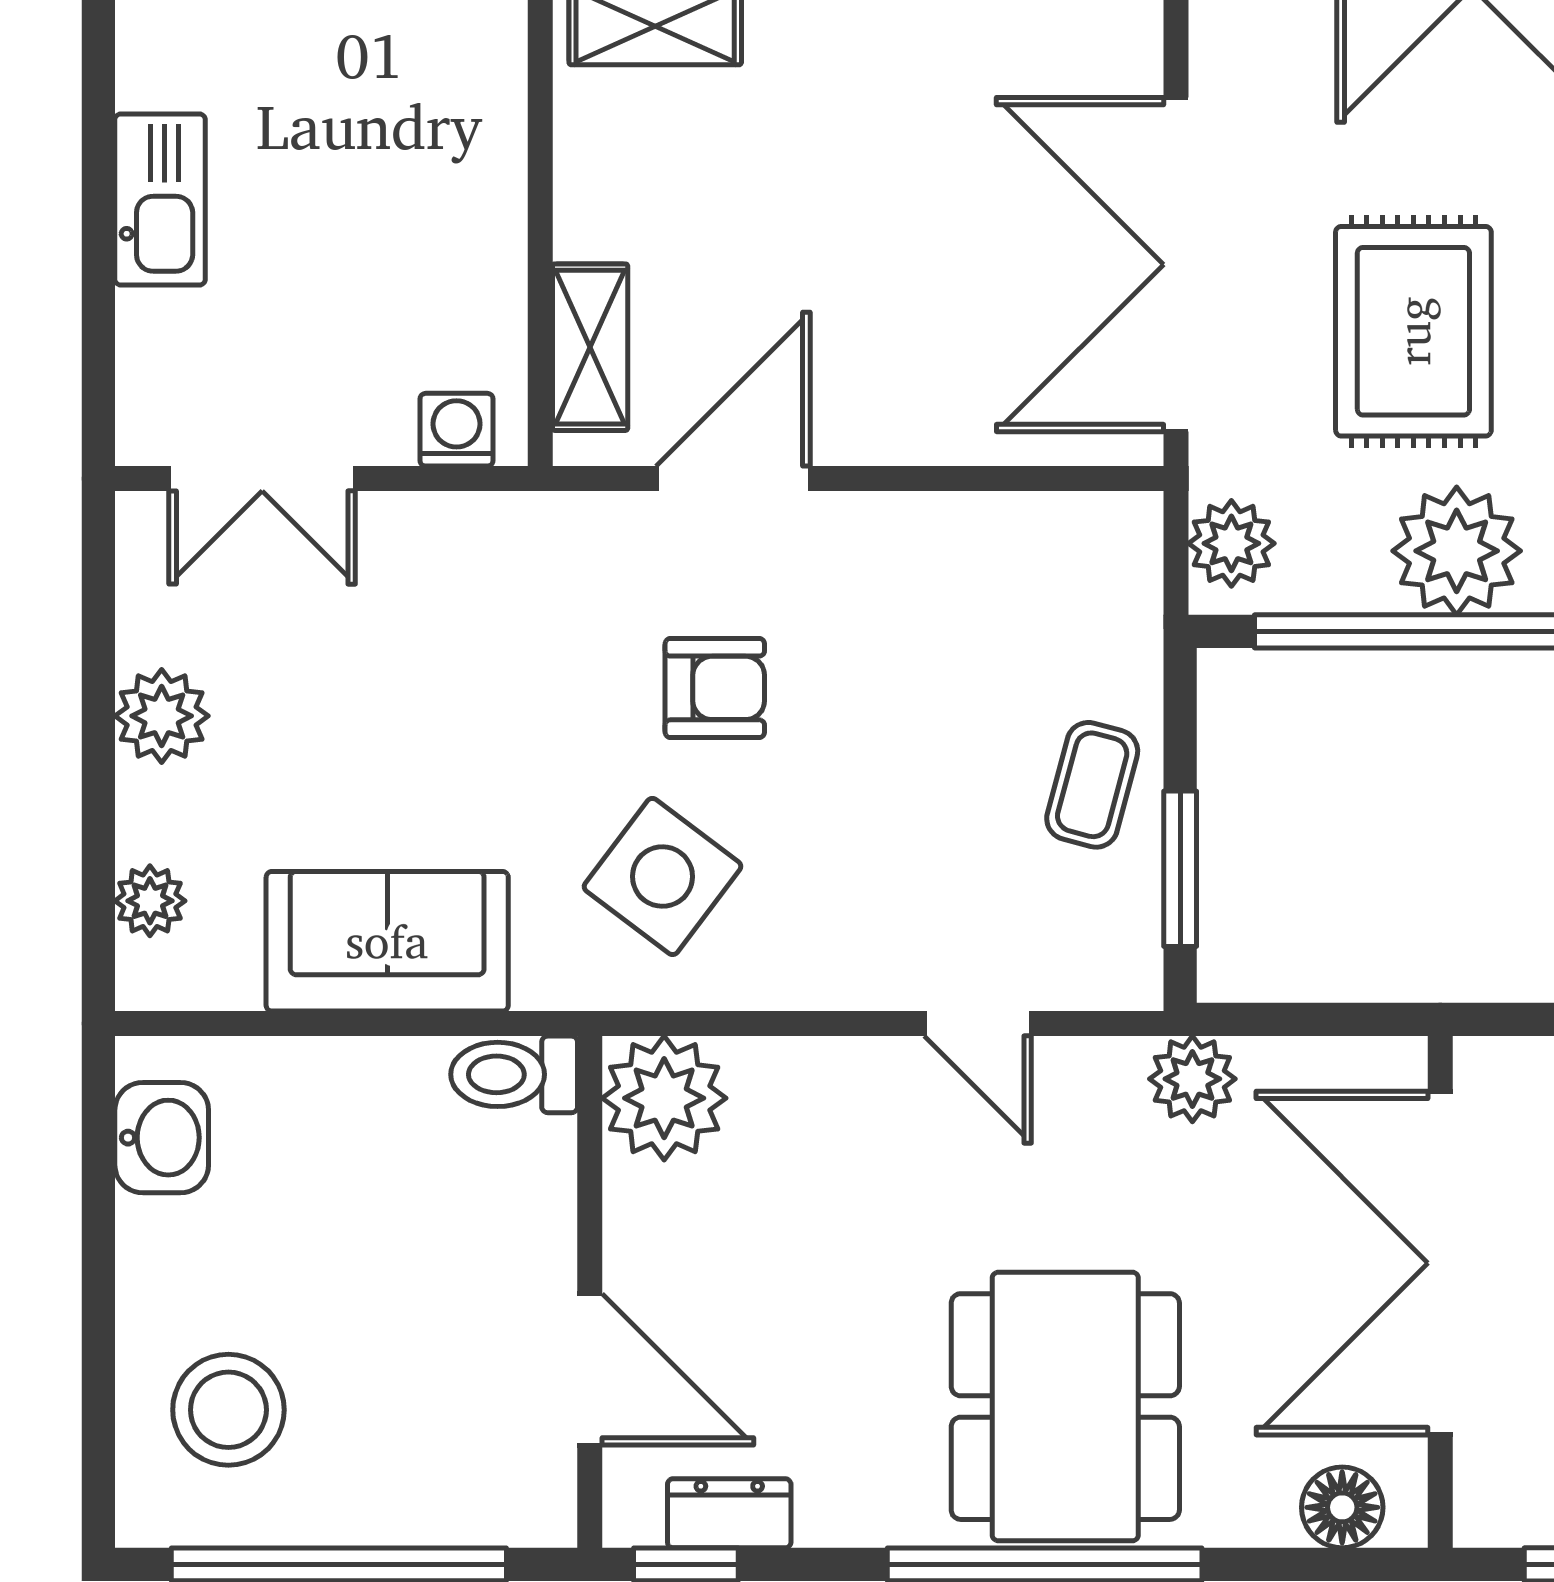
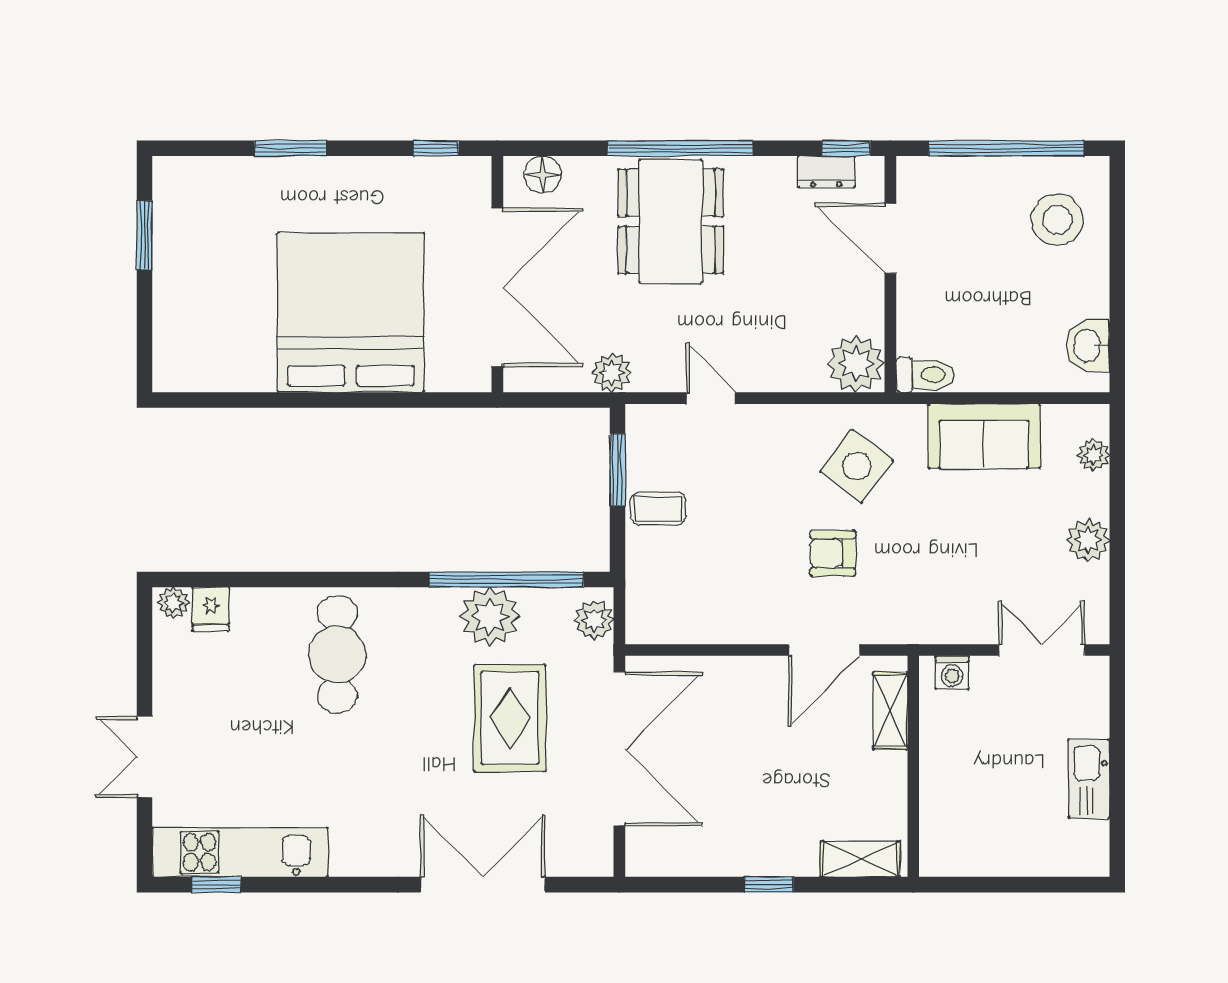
coffee table: (1092, 785) -> (658, 508), turned 75

